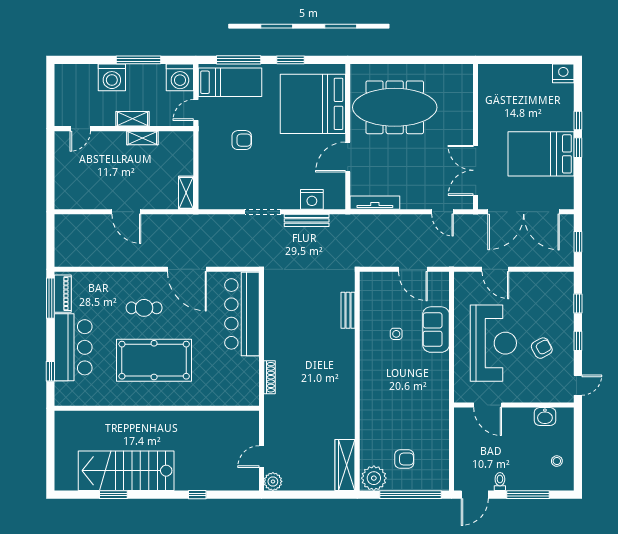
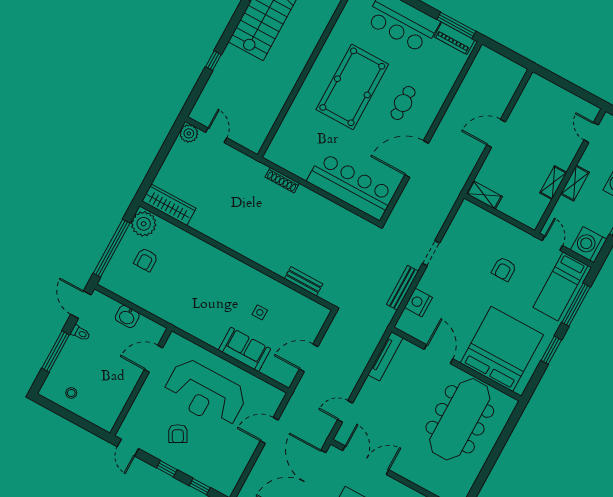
doorway: (263, 212) -> (431, 253), width x0.73
washbasin: (545, 417) -> (127, 316), moved, turned -90

